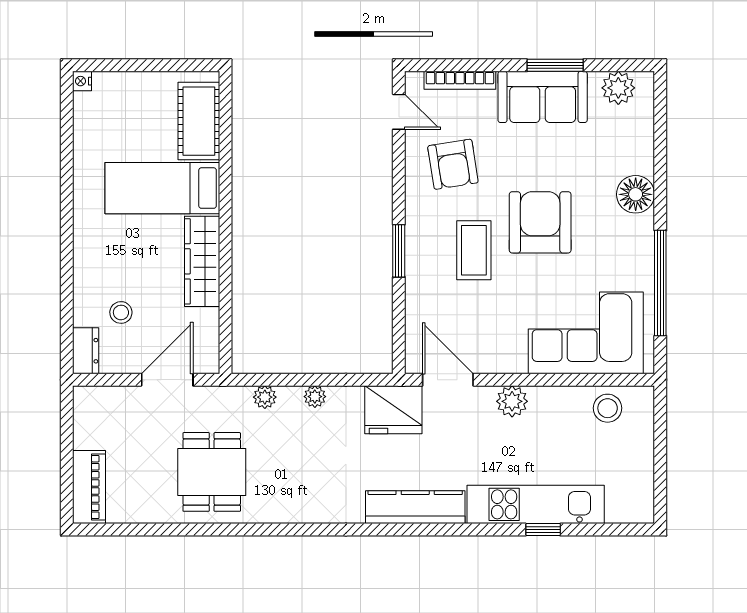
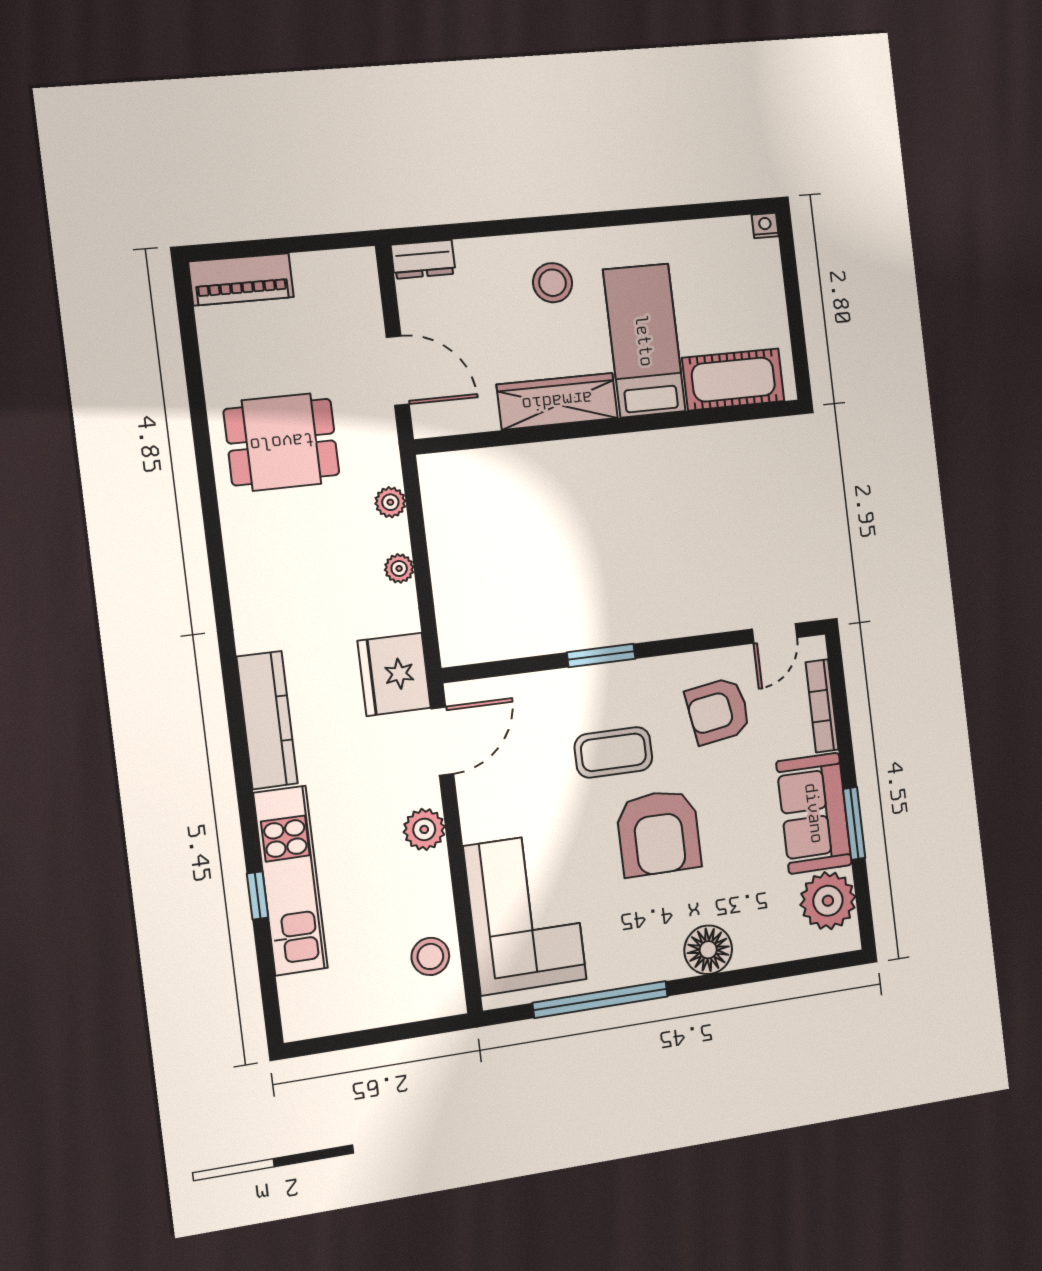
plant: (618, 88) -> (828, 901), width x1.36, depth x1.36
armchair: (540, 222) -> (659, 833), turned 90
stool: (121, 312) -> (553, 283), moved, width x1.37, depth x1.37

